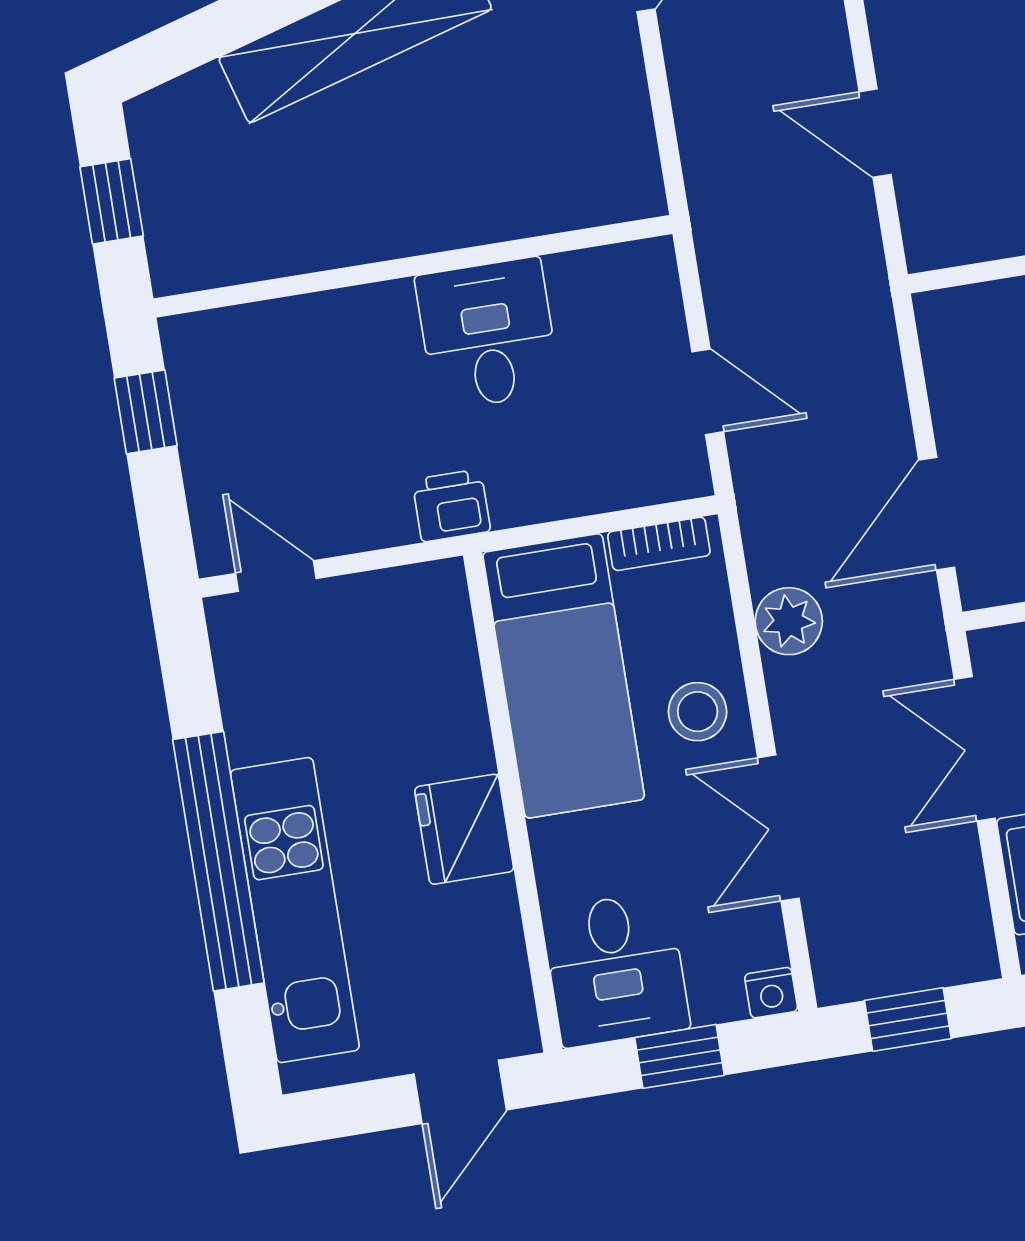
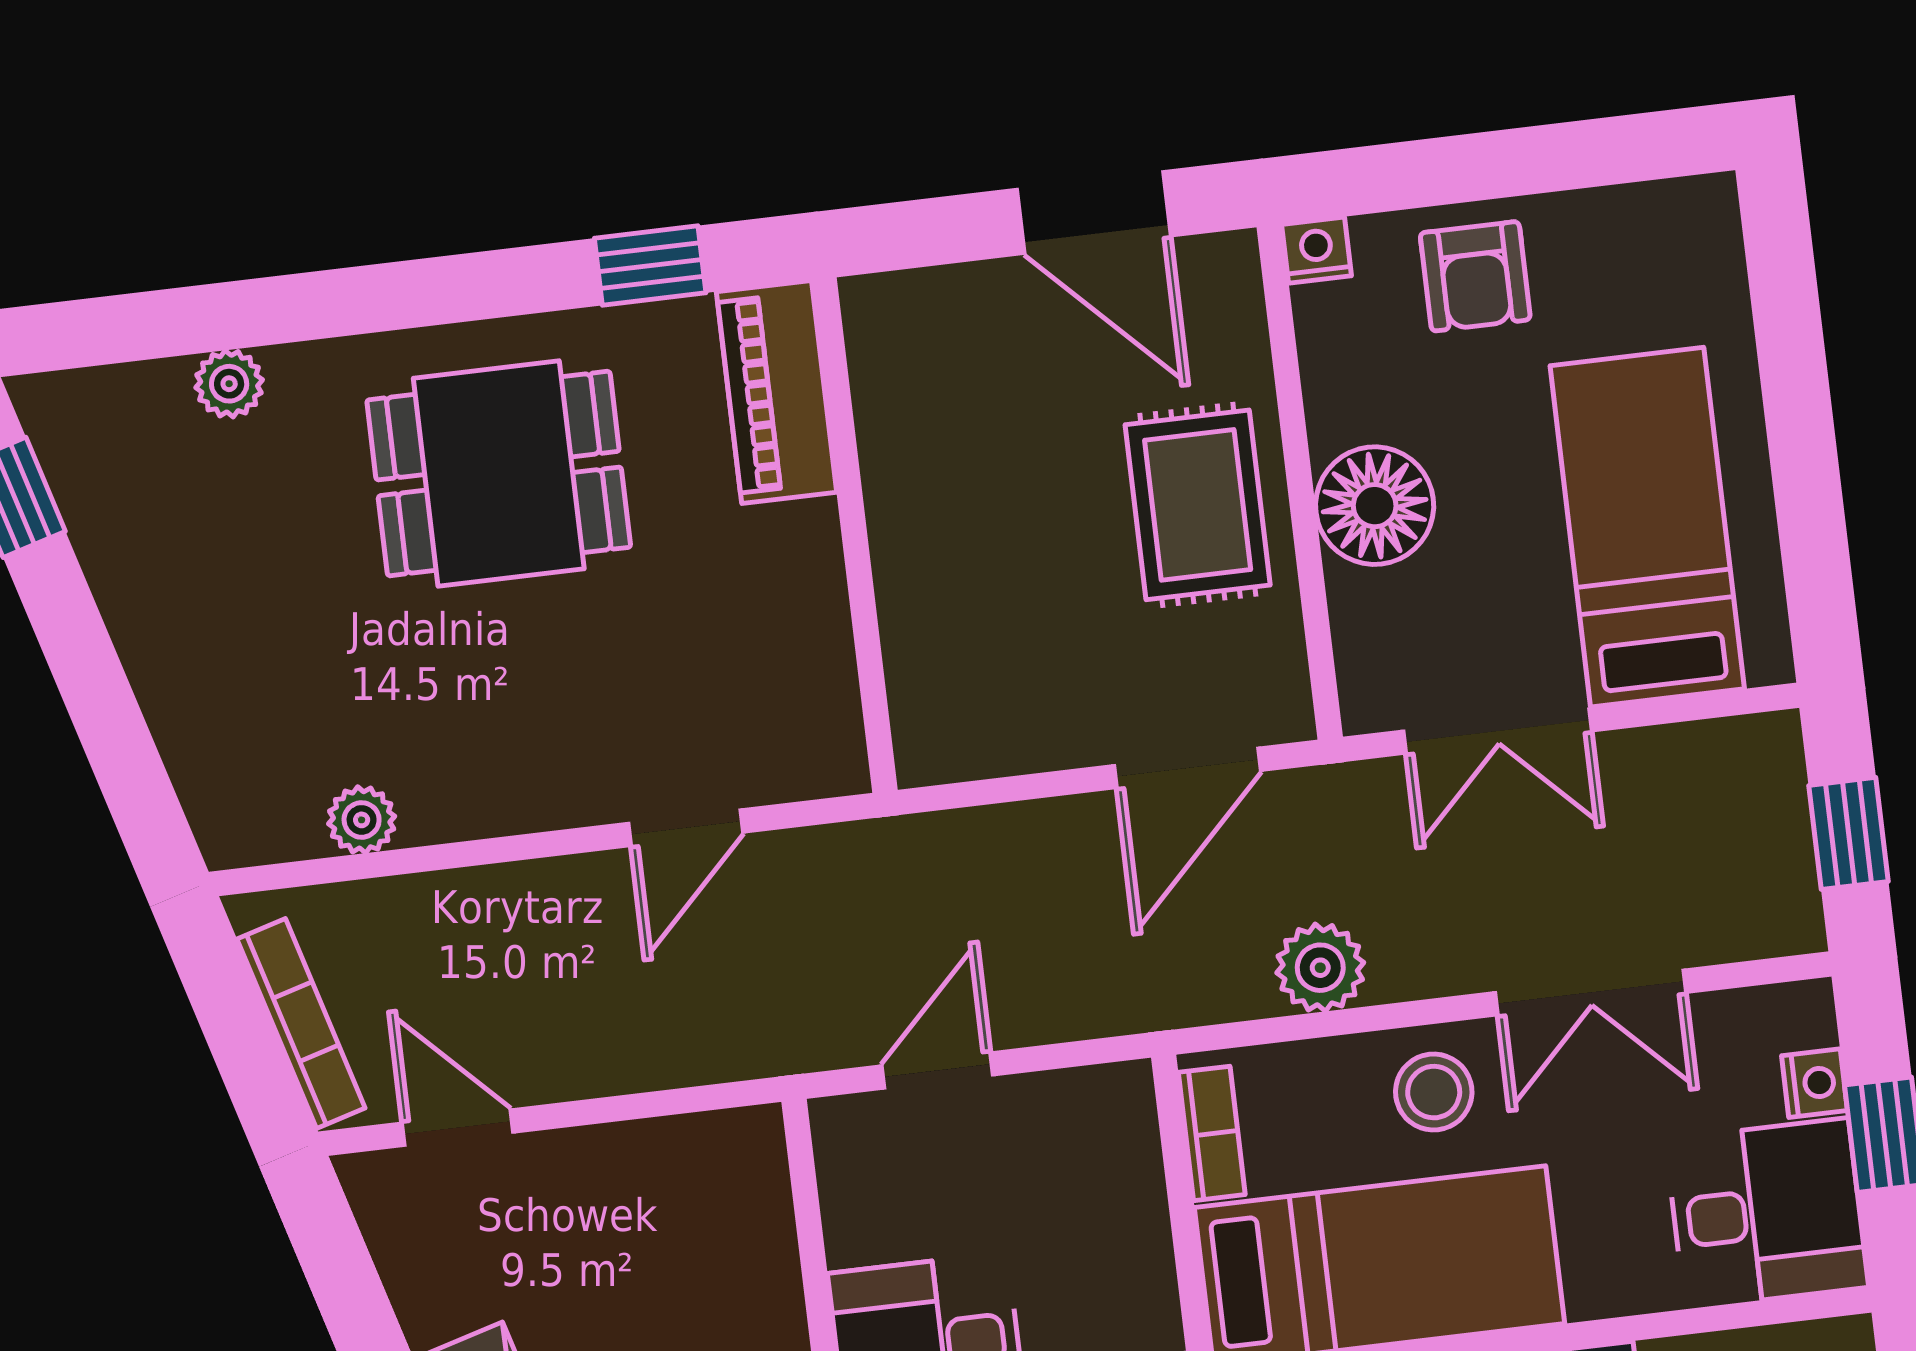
door: (708, 392) -> (937, 1070), moved
door: (937, 514) -> (1187, 768), hinge flipped
nightstand: (771, 993) -> (1814, 1083), moved

